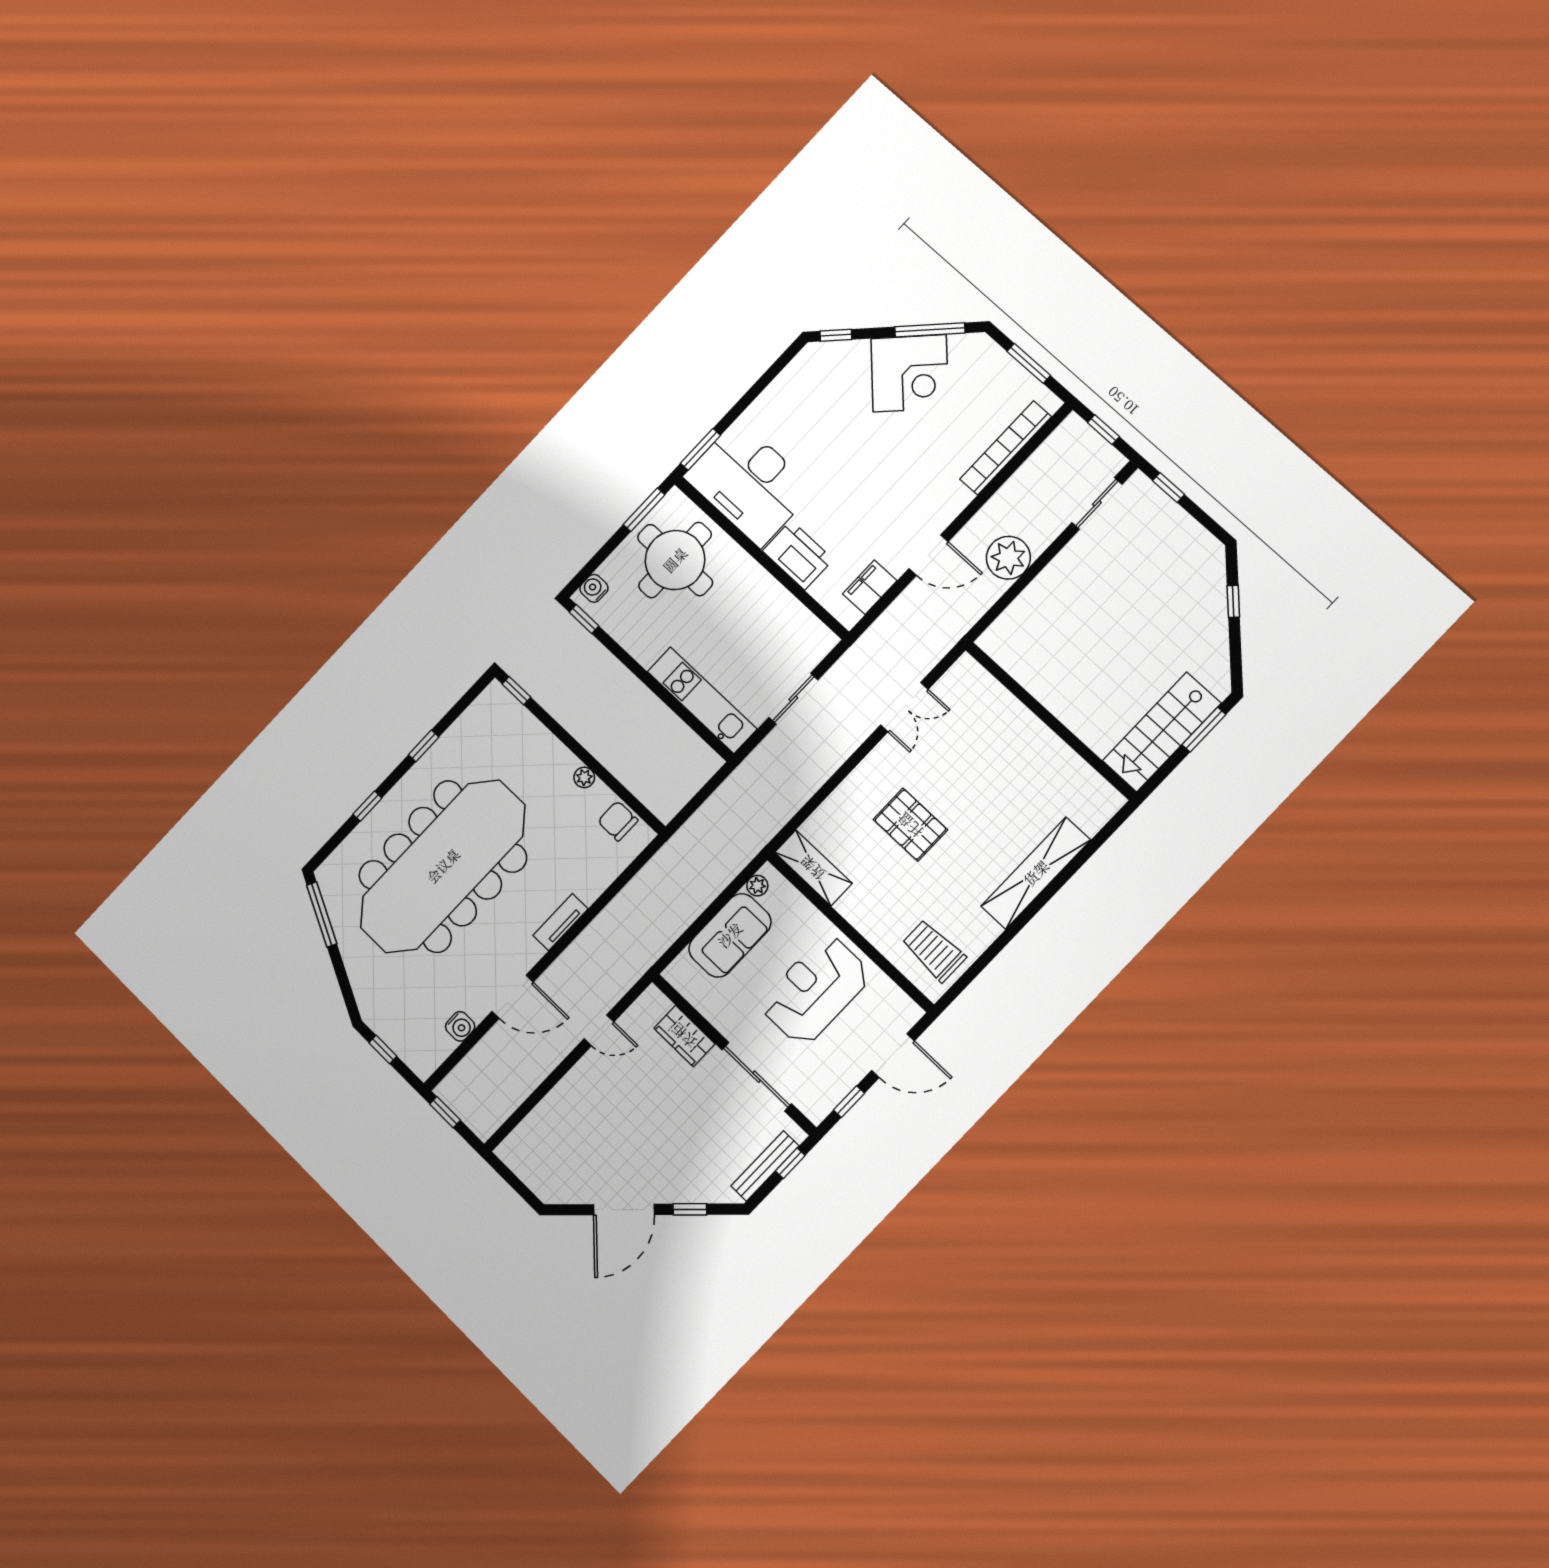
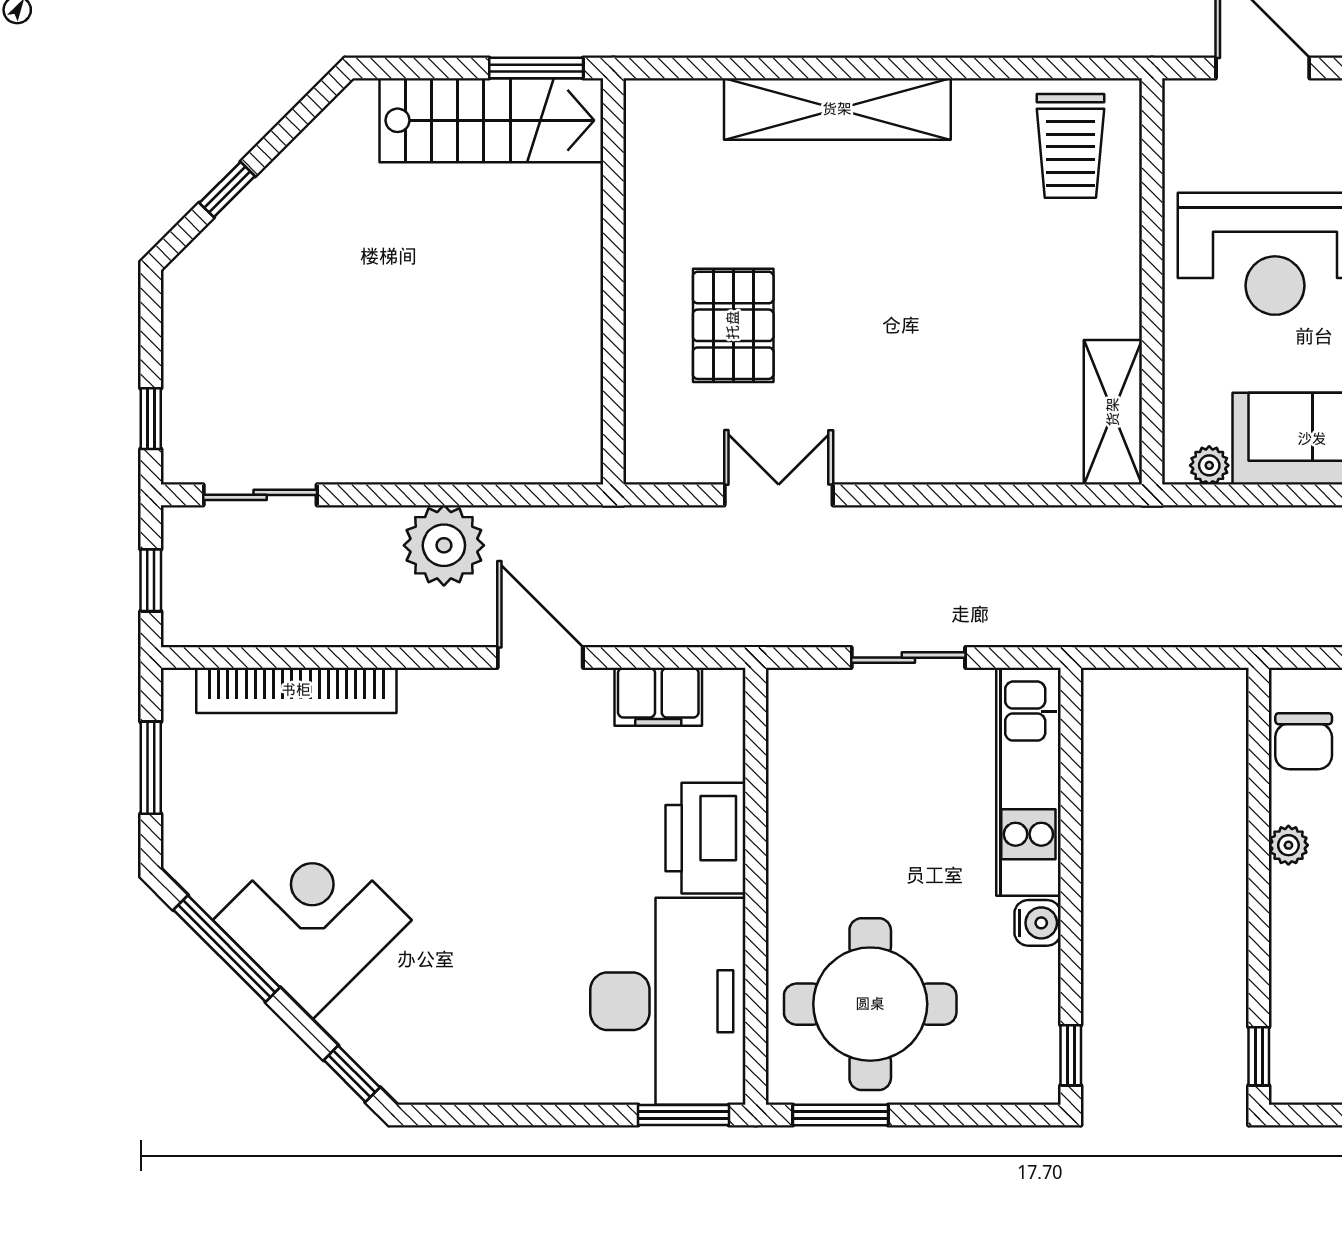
water cooler: (594, 588) -> (1038, 923), moved, turned -90
window: (1204, 730) -> (536, 68), moved
pallet: (910, 825) -> (733, 325), moved

